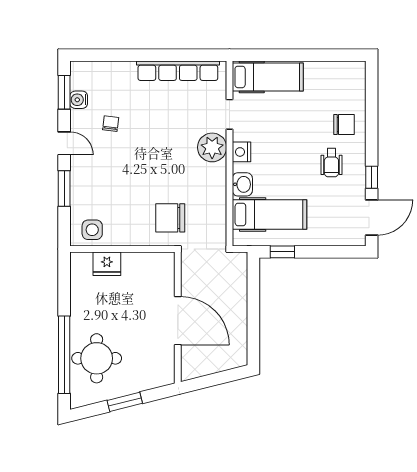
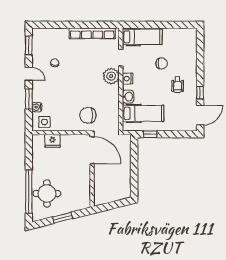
water cooler: (79, 100) -> (37, 107), moved
chair: (344, 124) -> (162, 63), moved
door: (178, 321) -> (92, 150), moved

